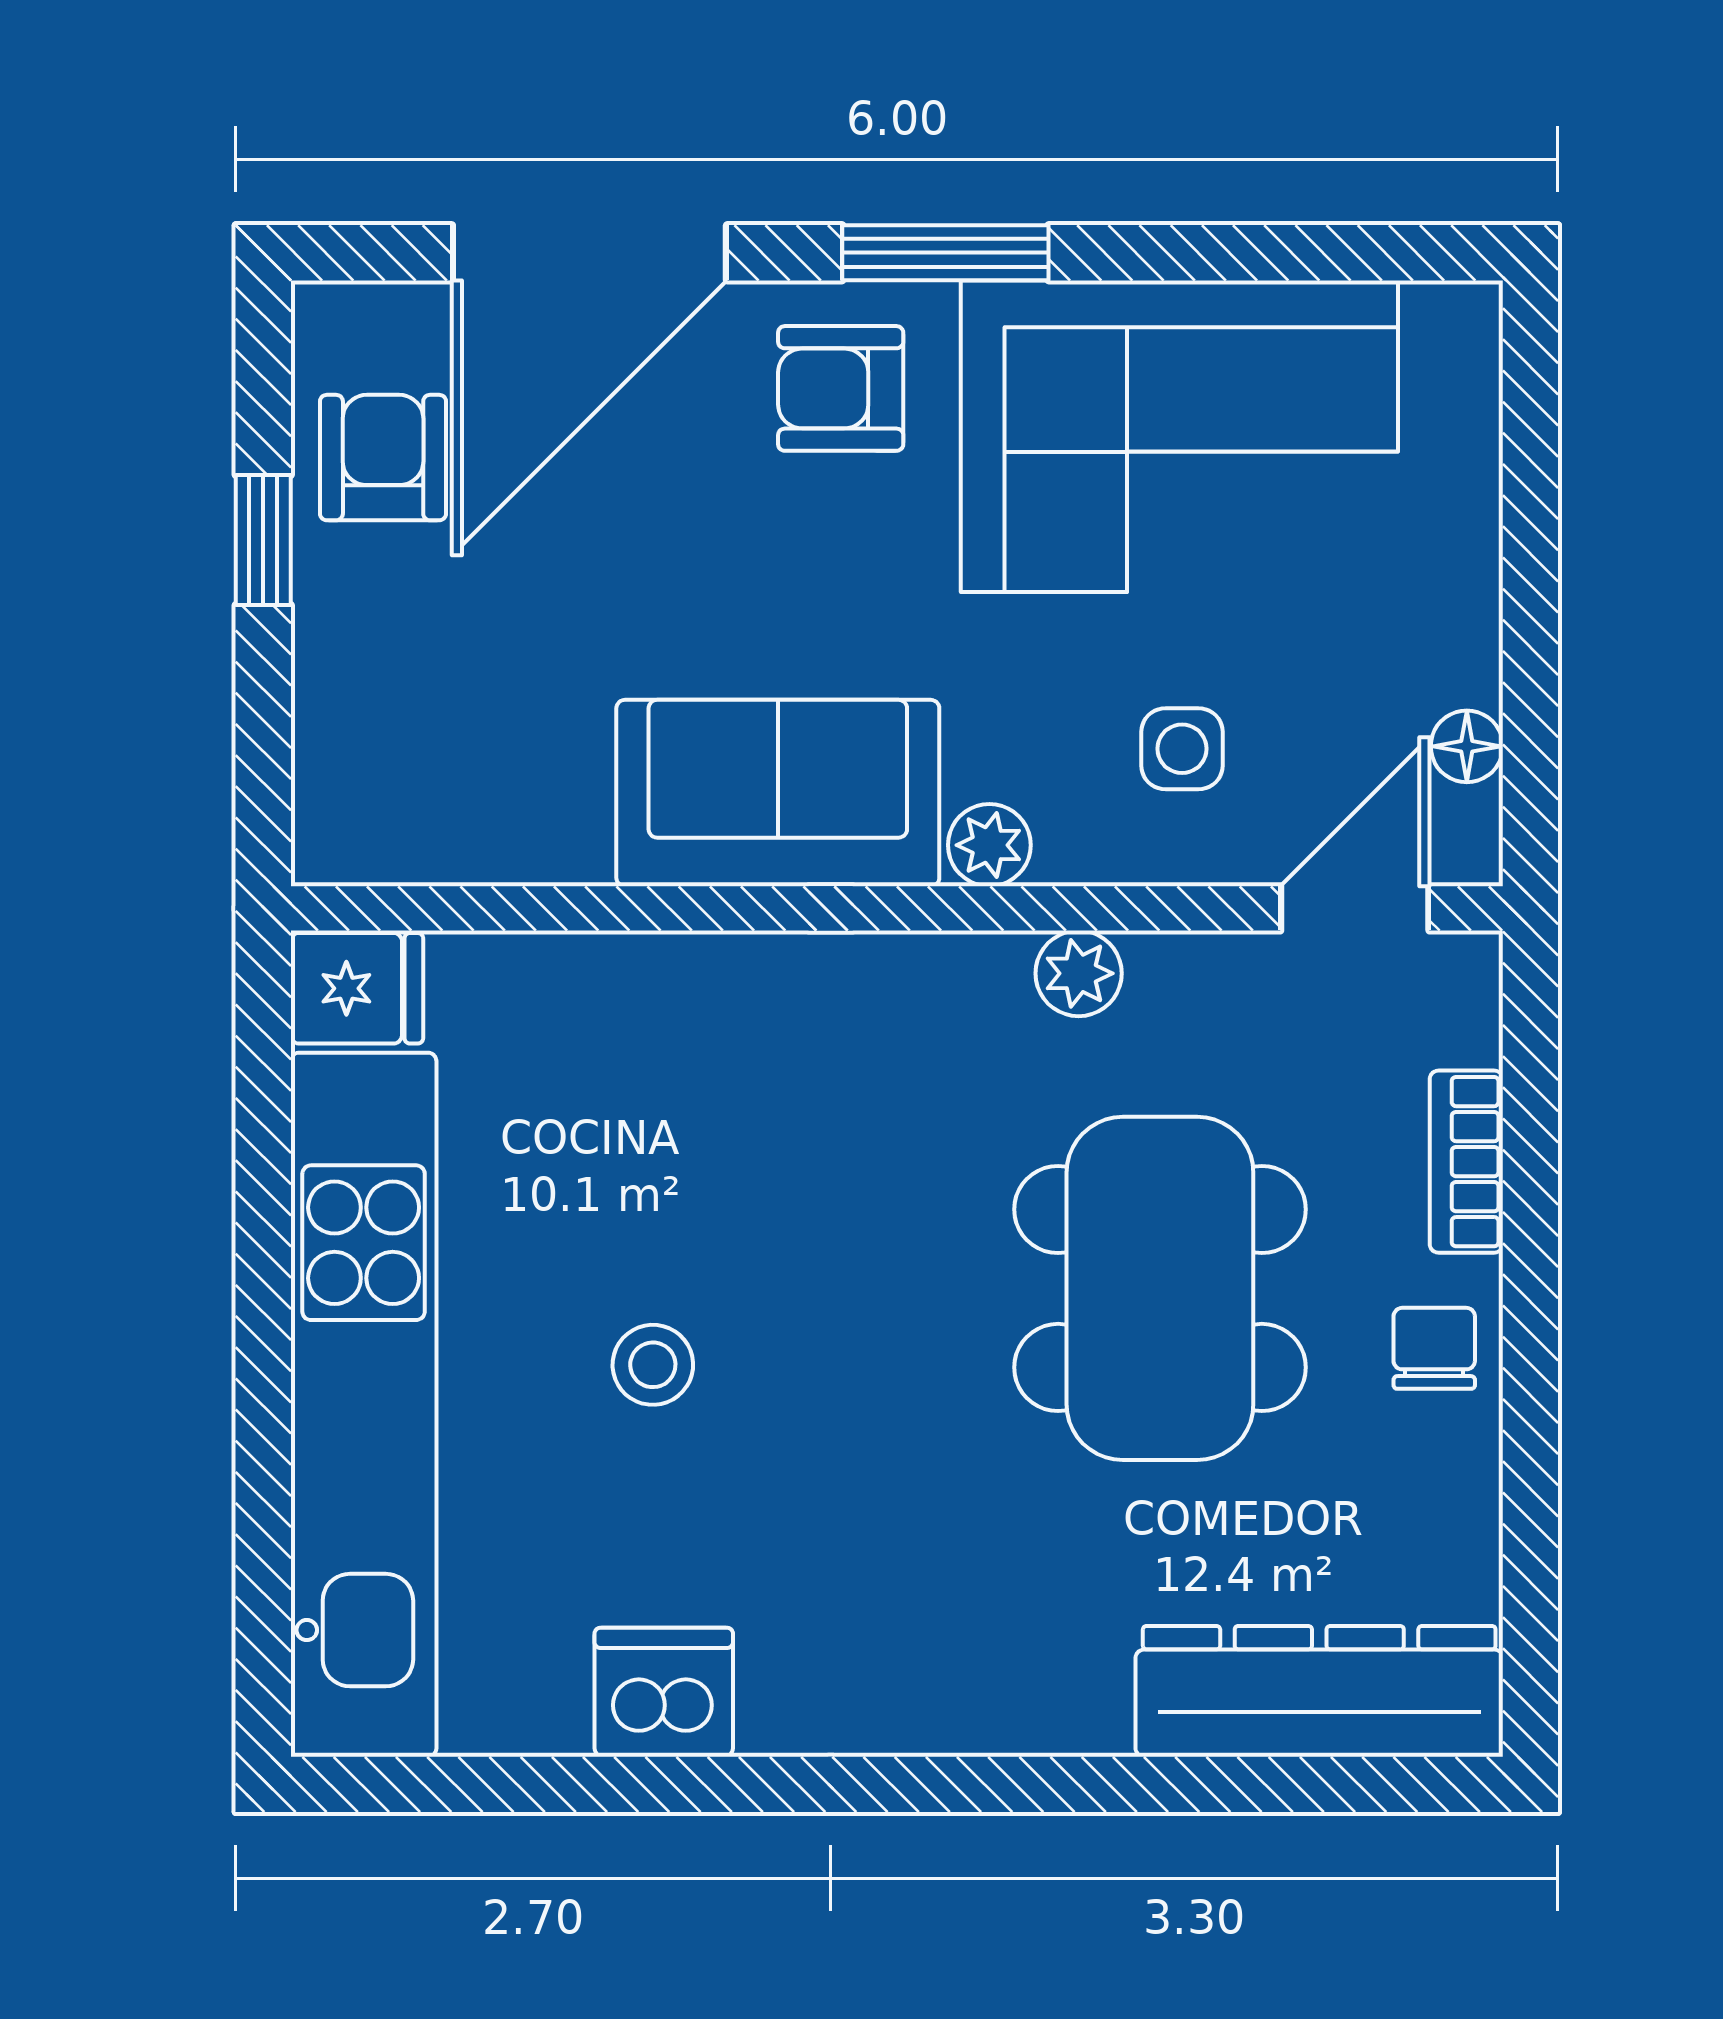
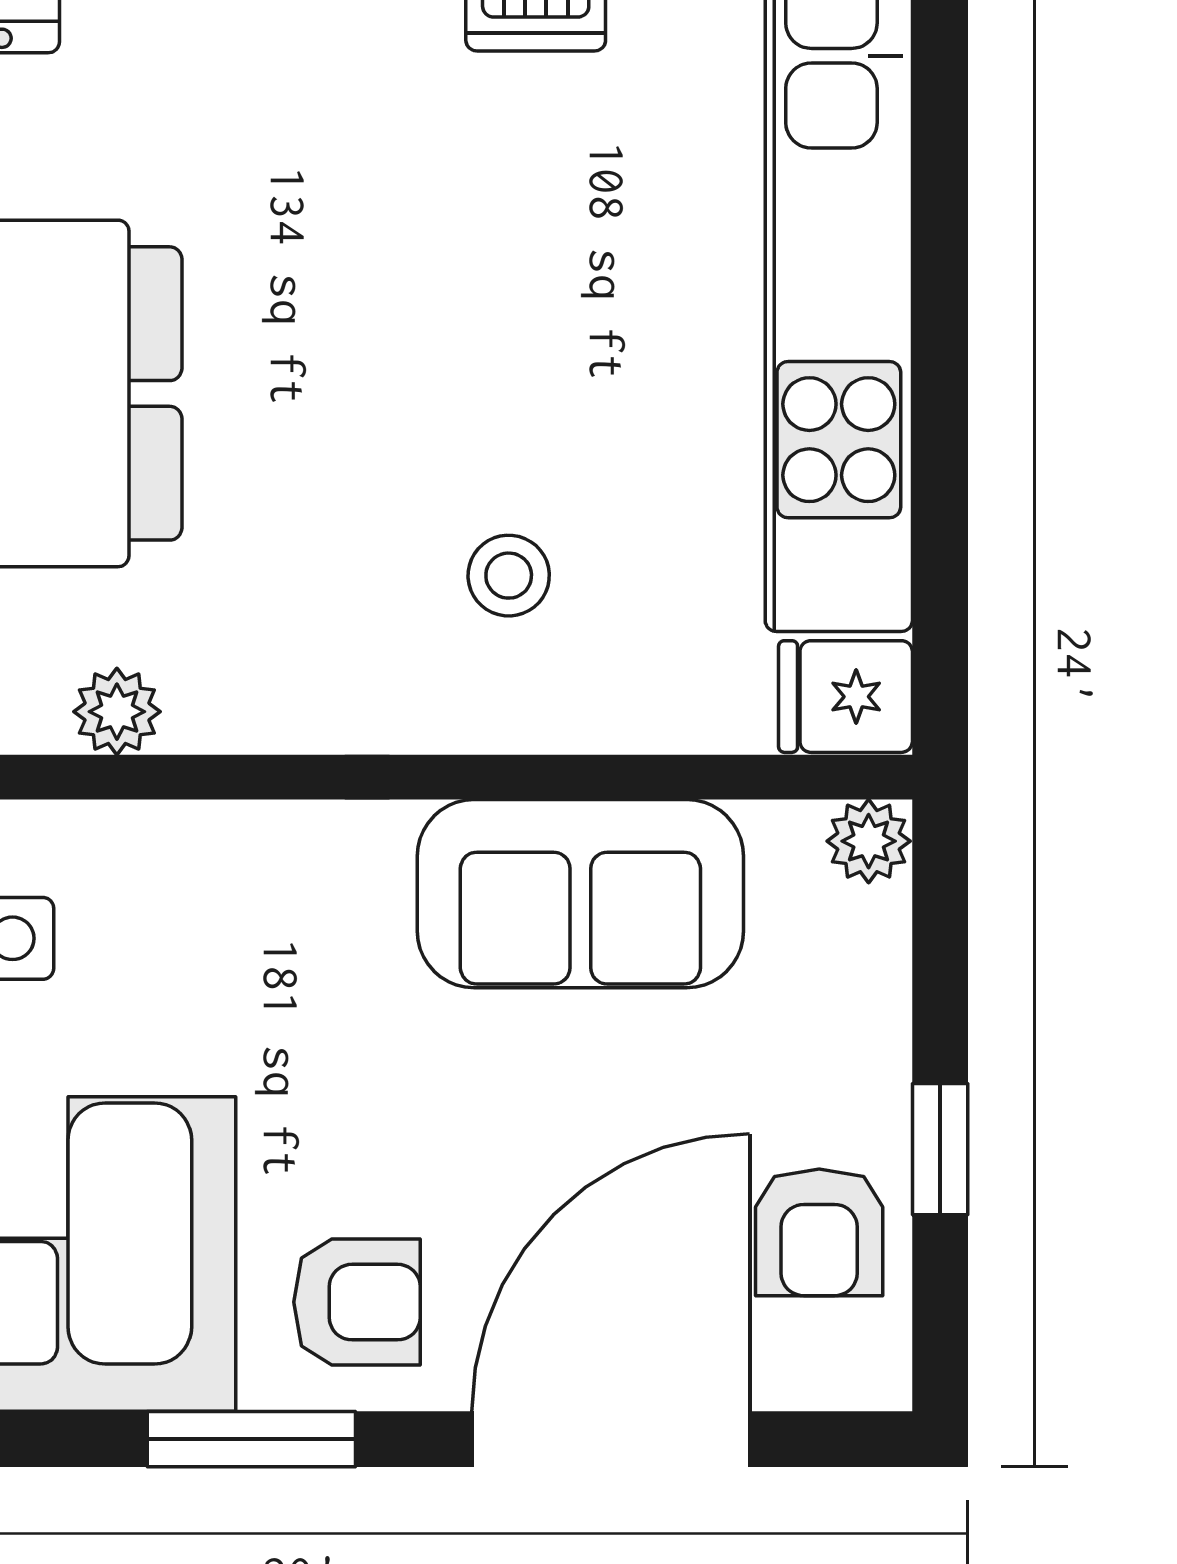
sofa: (778, 793) -> (580, 894), moved
plant: (989, 845) -> (869, 841), moved
stool: (653, 1365) -> (509, 576), moved

